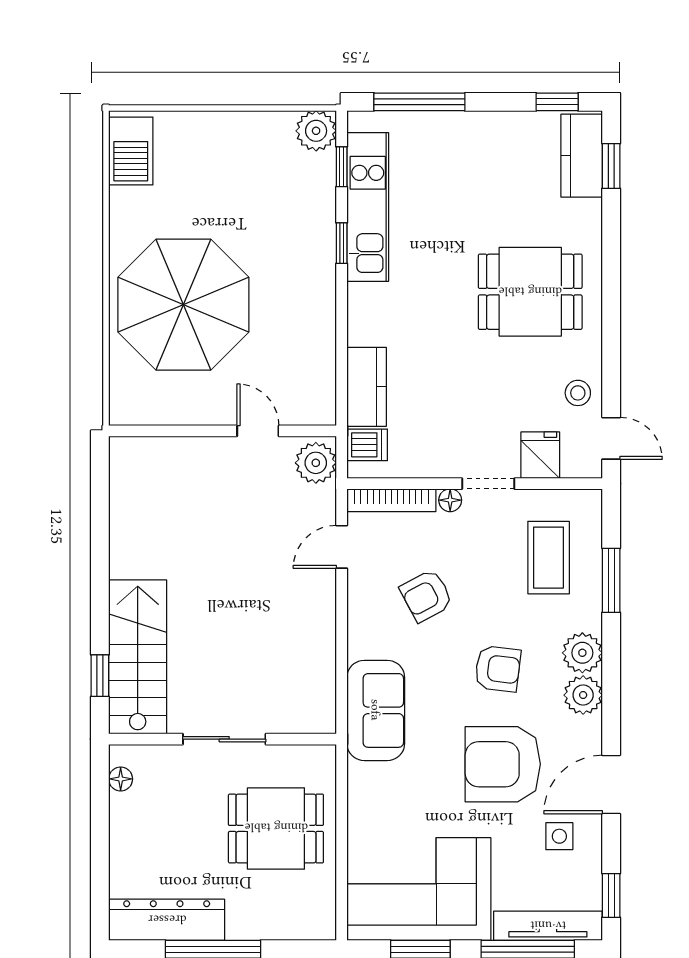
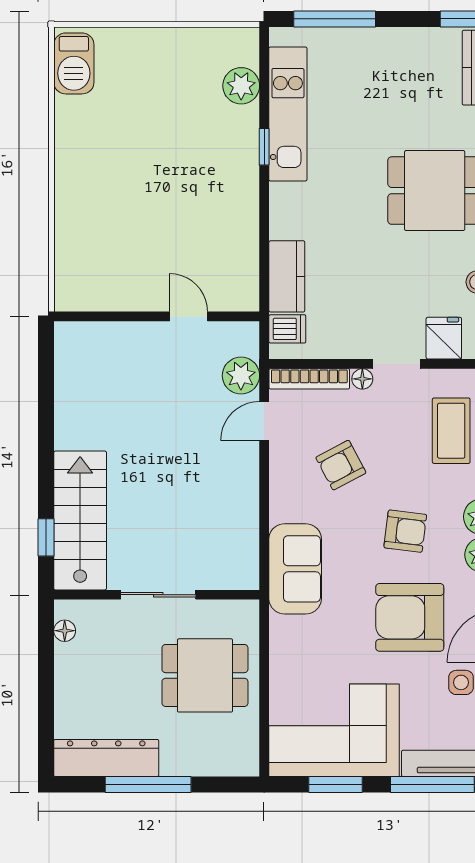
plant: (316, 131) -> (241, 86), moved
window: (342, 167) -> (264, 78), removed
parasol: (183, 305) -> (121, 202), removed
plant: (316, 463) -> (241, 376), moved

